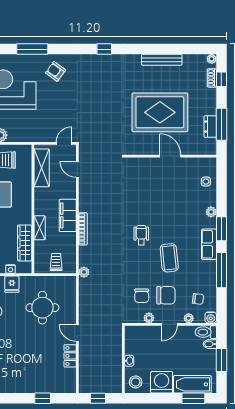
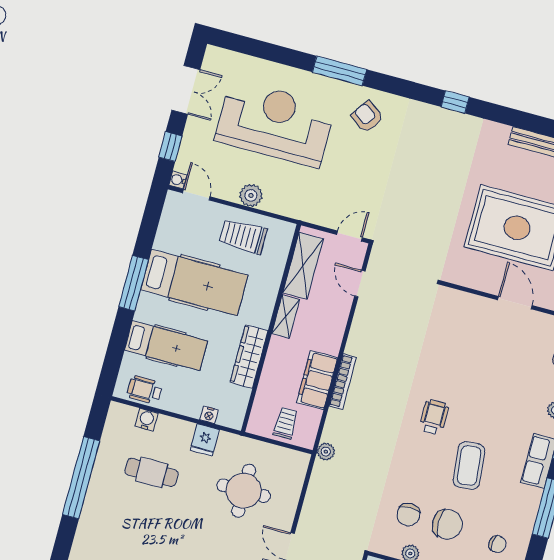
filing cabinet: (68, 215) -> (317, 380), moved
shelving: (40, 228) -> (286, 316), moved
wardrobe: (25, 243) -> (249, 357), moved

